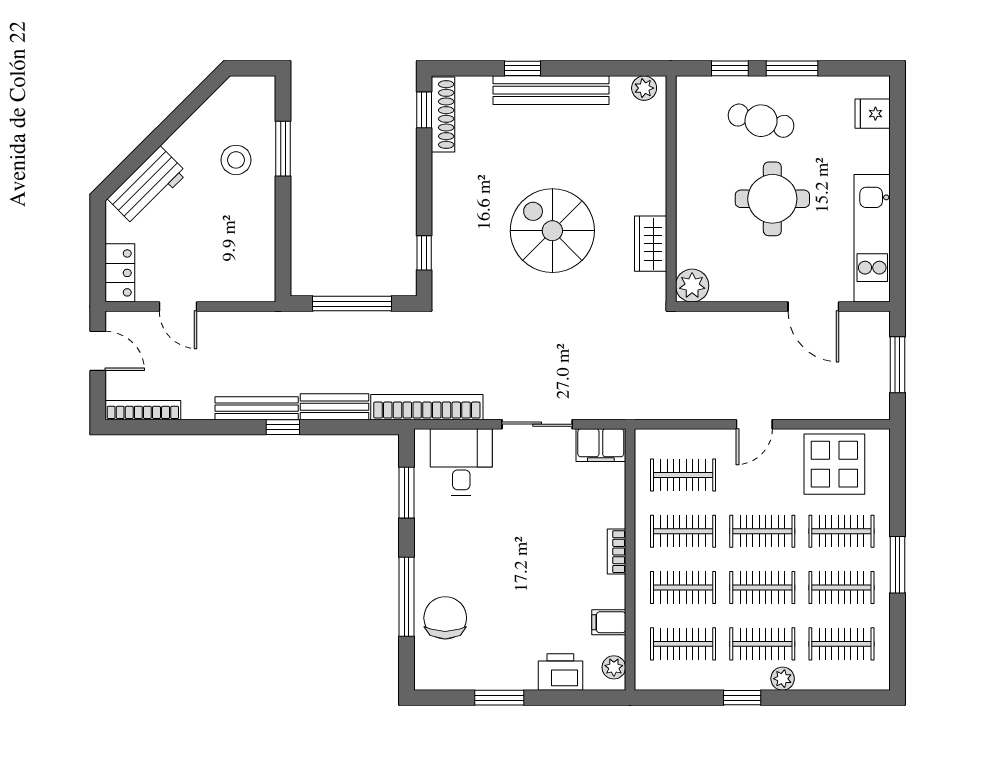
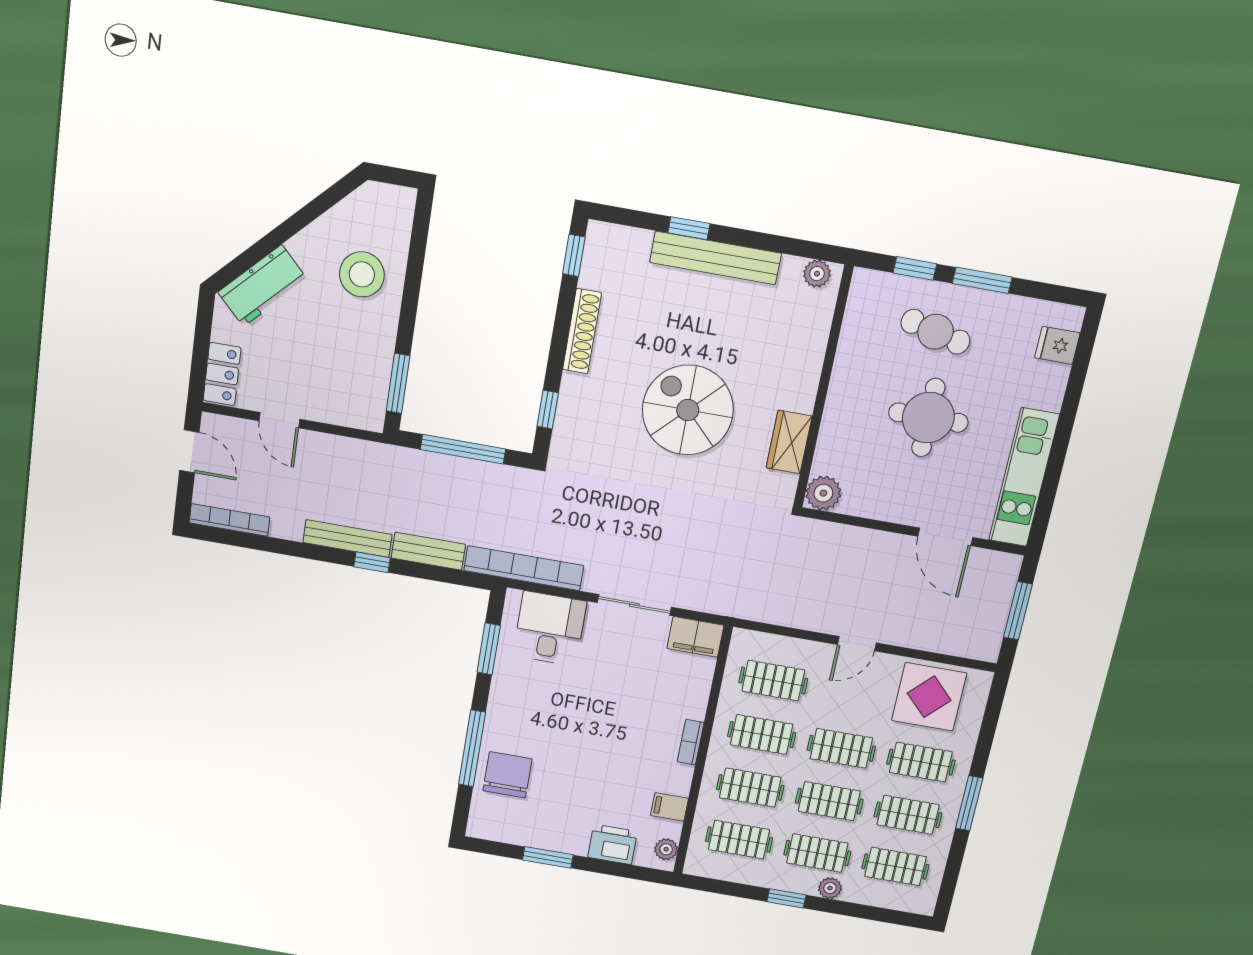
shoe rack: (443, 114) -> (582, 331), moved
window: (283, 149) -> (398, 383), moved
stool: (236, 160) -> (362, 274), width x1.38, depth x1.38

